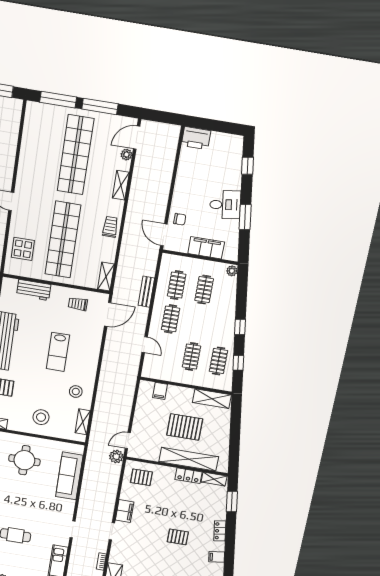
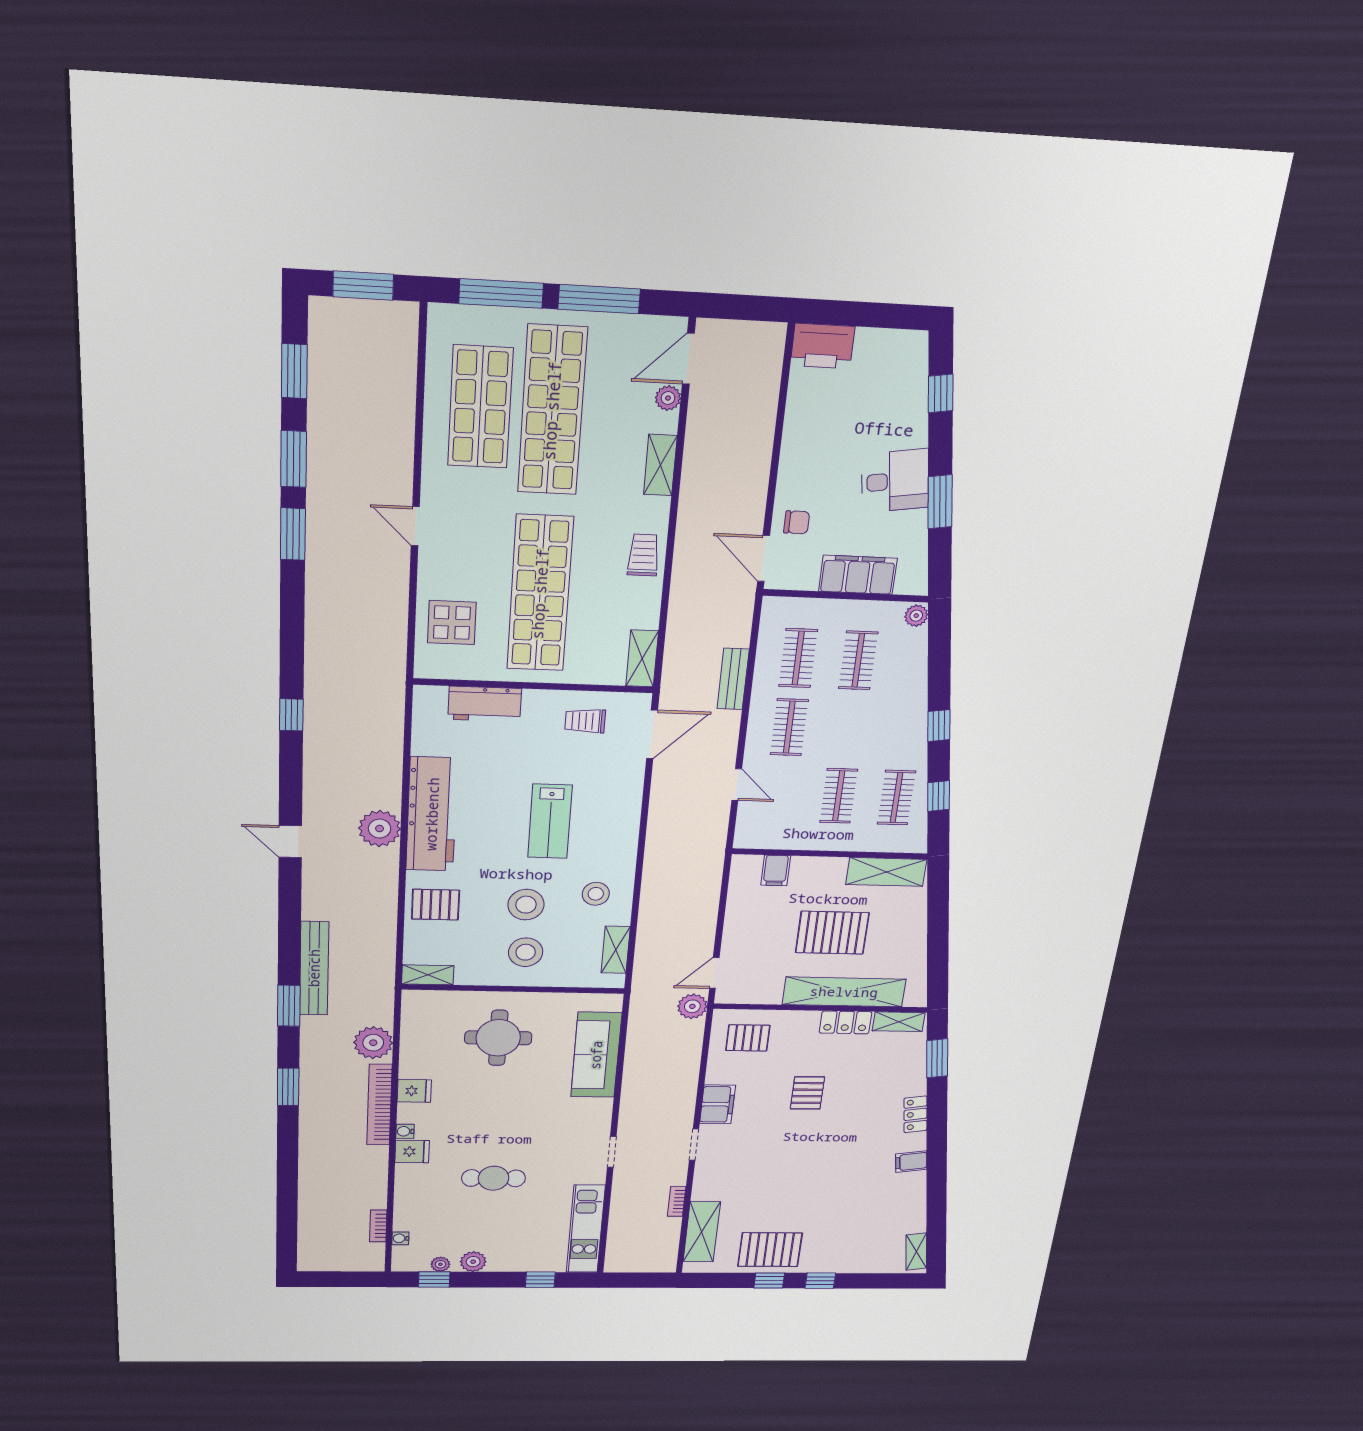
shop shelf: (45, 150) -> (480, 407), added
stool: (43, 393) -> (526, 905), added
pallet: (178, 537) -> (807, 1093), moved, turned 90

